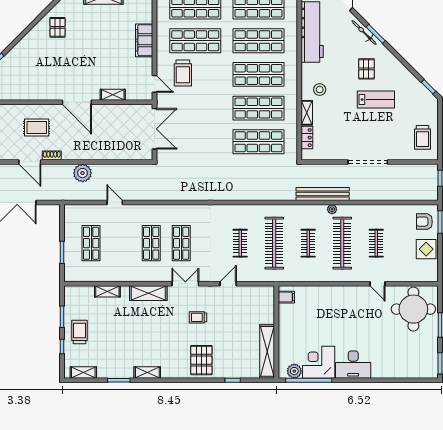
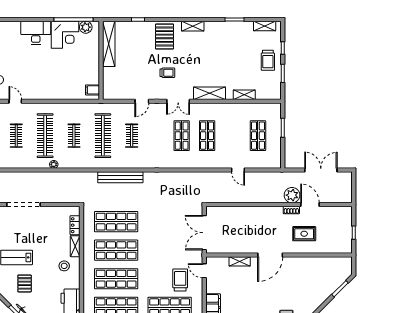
door: (77, 102) -> (270, 255), swing flipped
plant: (83, 173) -> (292, 195), moved
bench: (323, 194) -> (120, 177), moved
shelving: (147, 372) -> (193, 26), moved

